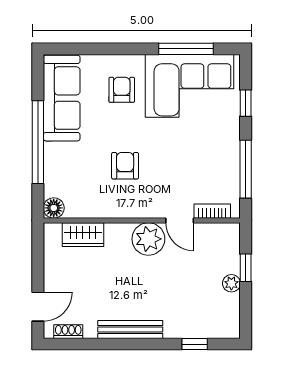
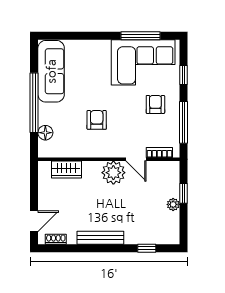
armchair: (122, 90) -> (155, 104), moved
floor lamp: (54, 208) -> (45, 133), moved

